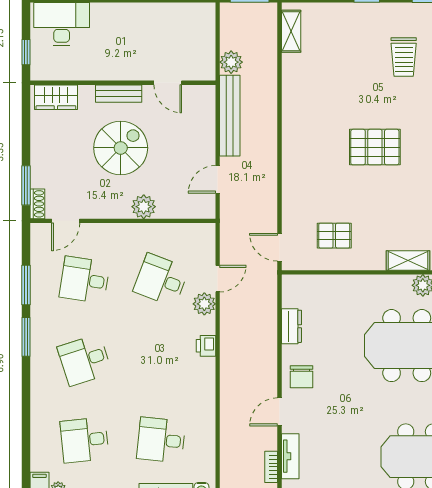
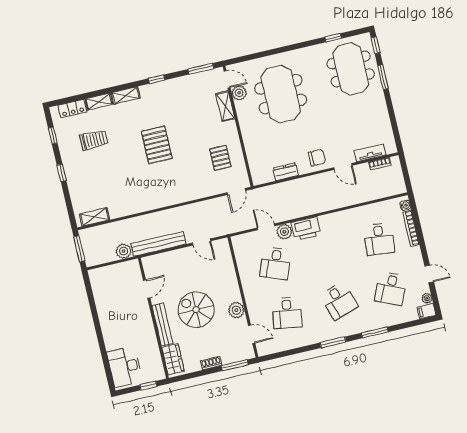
bench: (119, 94) -> (162, 325), width x1.36
shoe rack: (37, 204) -> (211, 363), moved
plant: (144, 207) -> (236, 310), moved
window: (26, 285) -> (375, 332), moved
printer: (206, 346) -> (306, 229), width x1.87, depth x1.48
desk: (85, 440) -> (391, 289), turned 30

